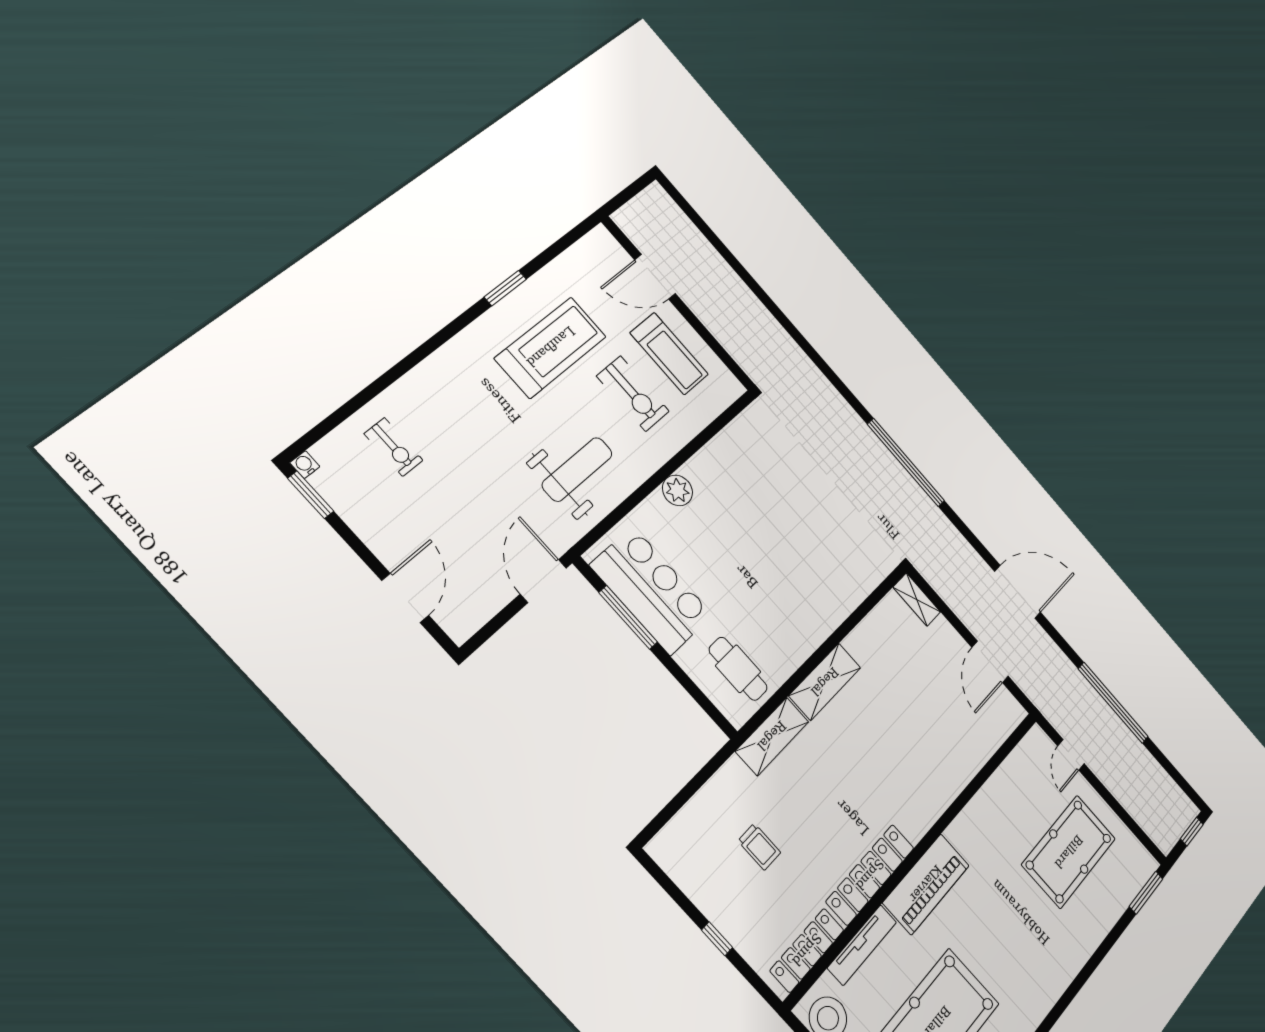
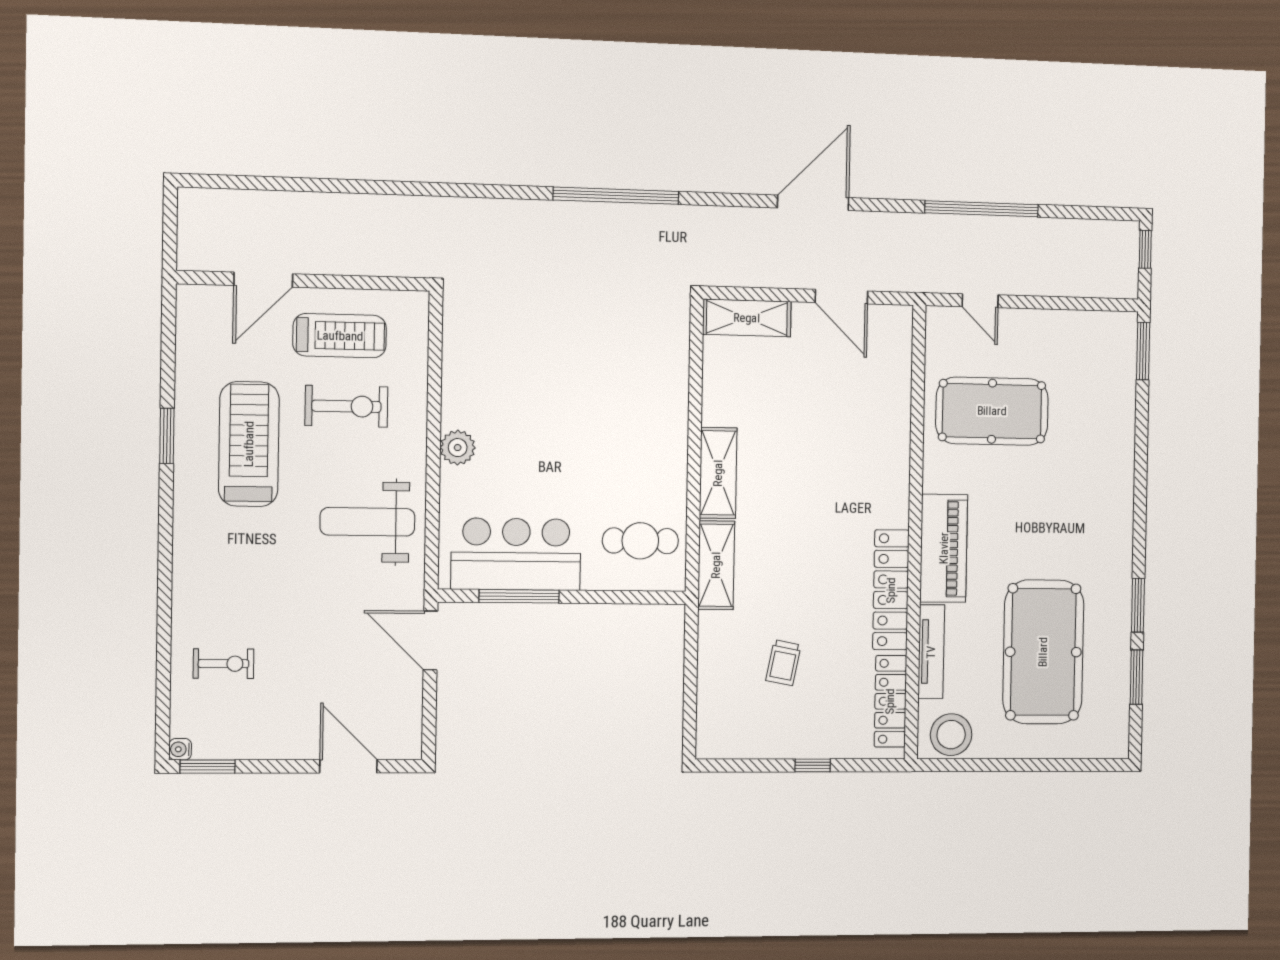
weight bench: (577, 469) -> (367, 522), turned -90
shelving: (917, 600) -> (747, 318), width x1.50, depth x1.33
trolley: (759, 847) -> (783, 663), turned 101
pool table: (1069, 852) -> (992, 411), moved, turned 90

